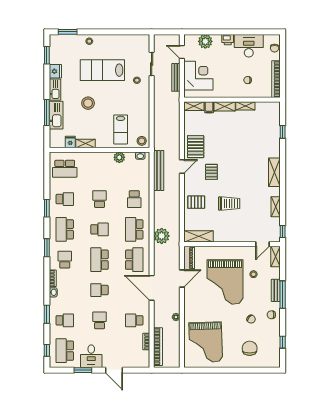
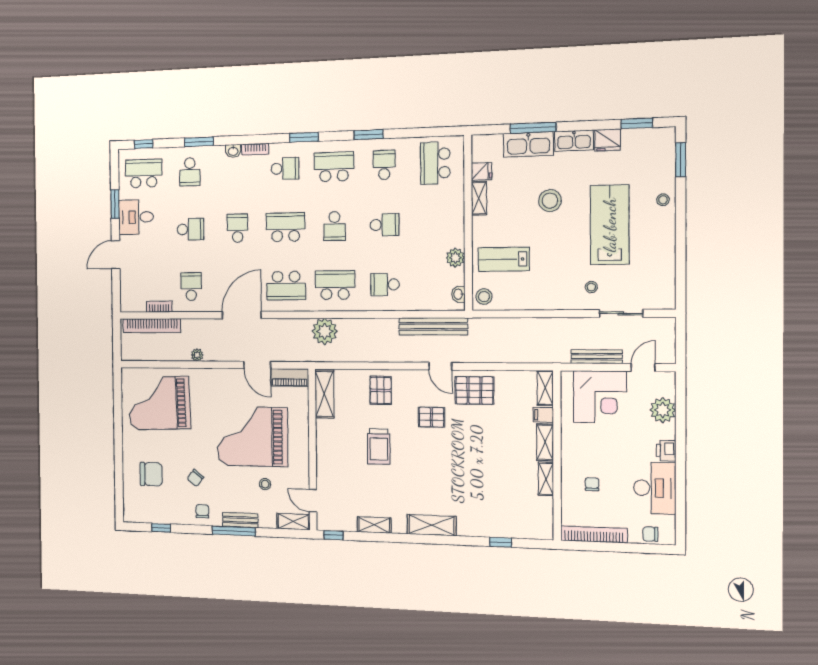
school desk: (65, 199) -> (384, 165), turned 180

